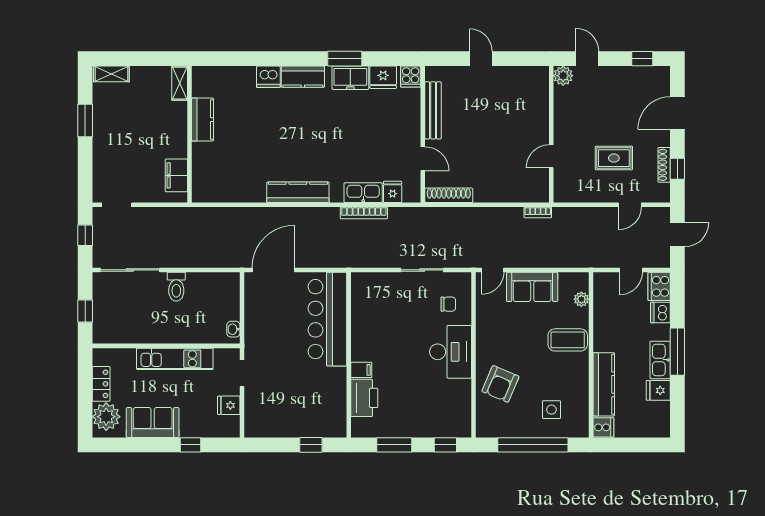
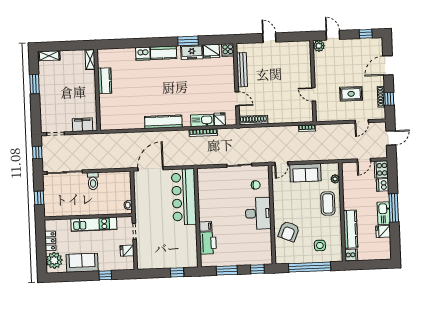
door: (551, 156) -> (314, 94), hinge flipped
filing cabinet: (176, 175) -> (82, 125), moved, turned 90
coffee table: (568, 340) -> (328, 203), turned 90

